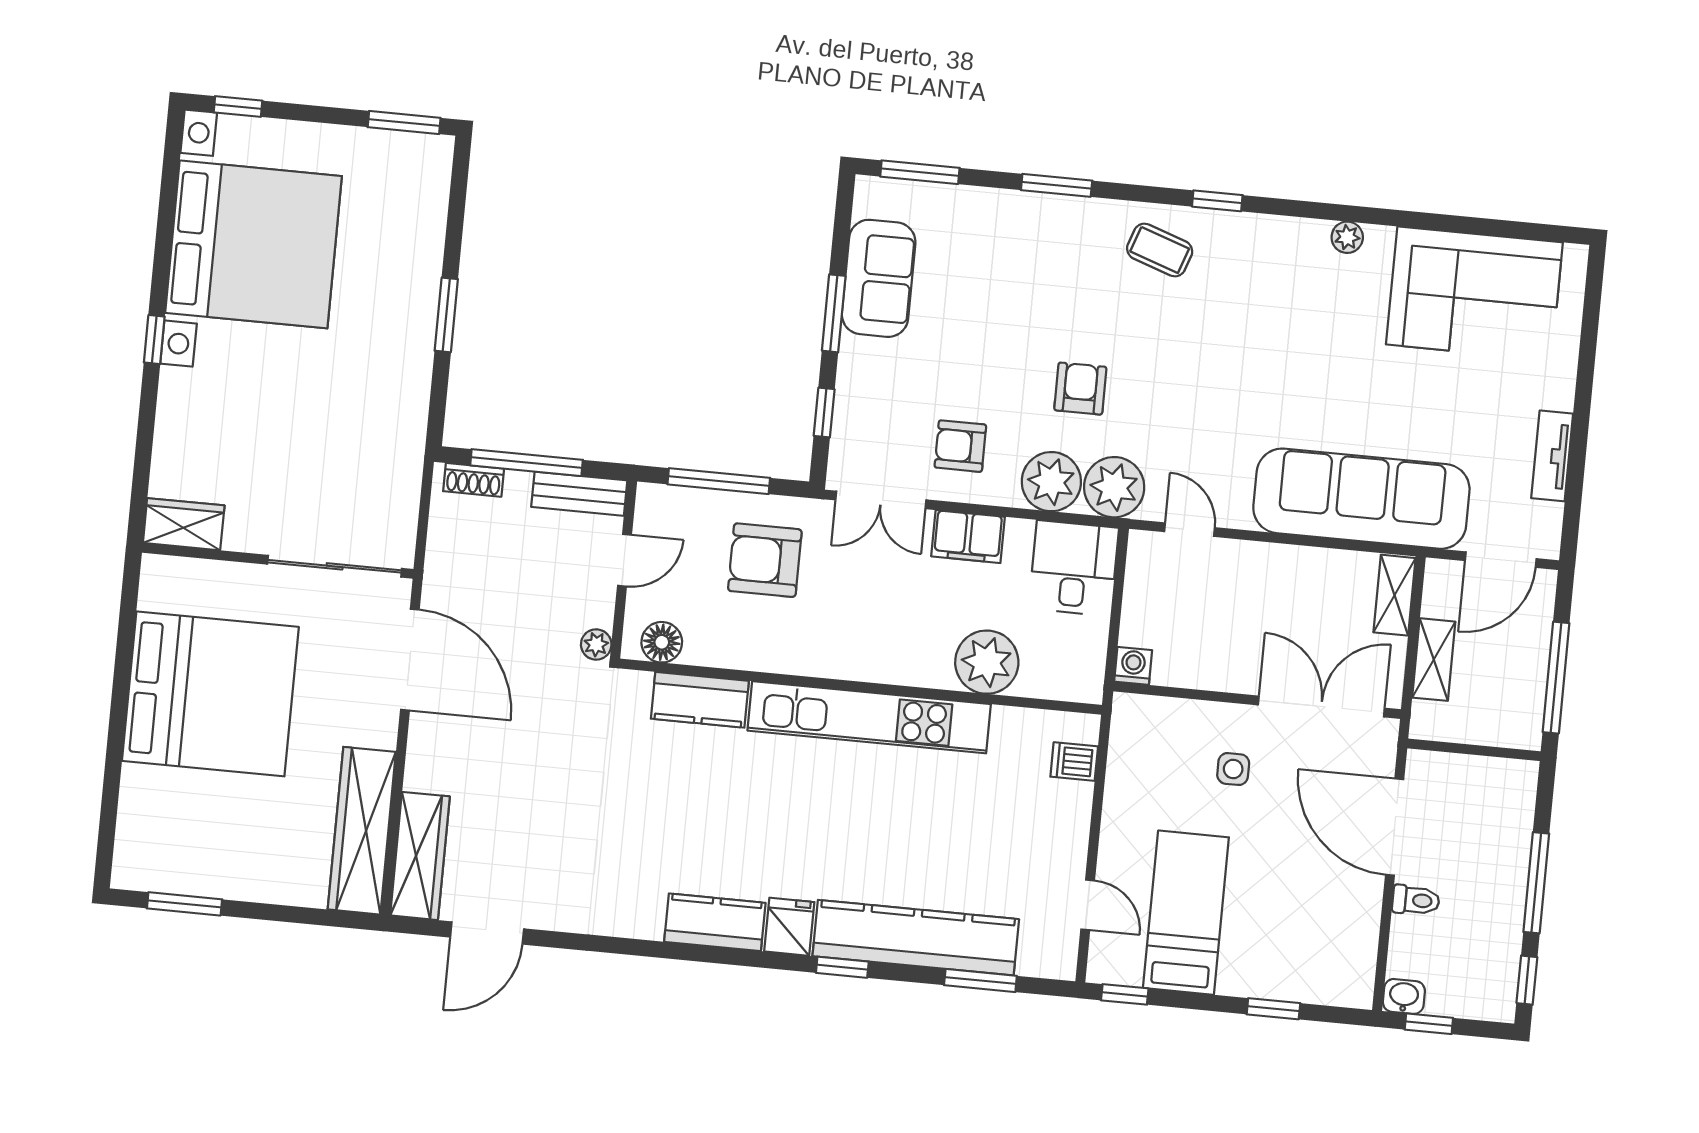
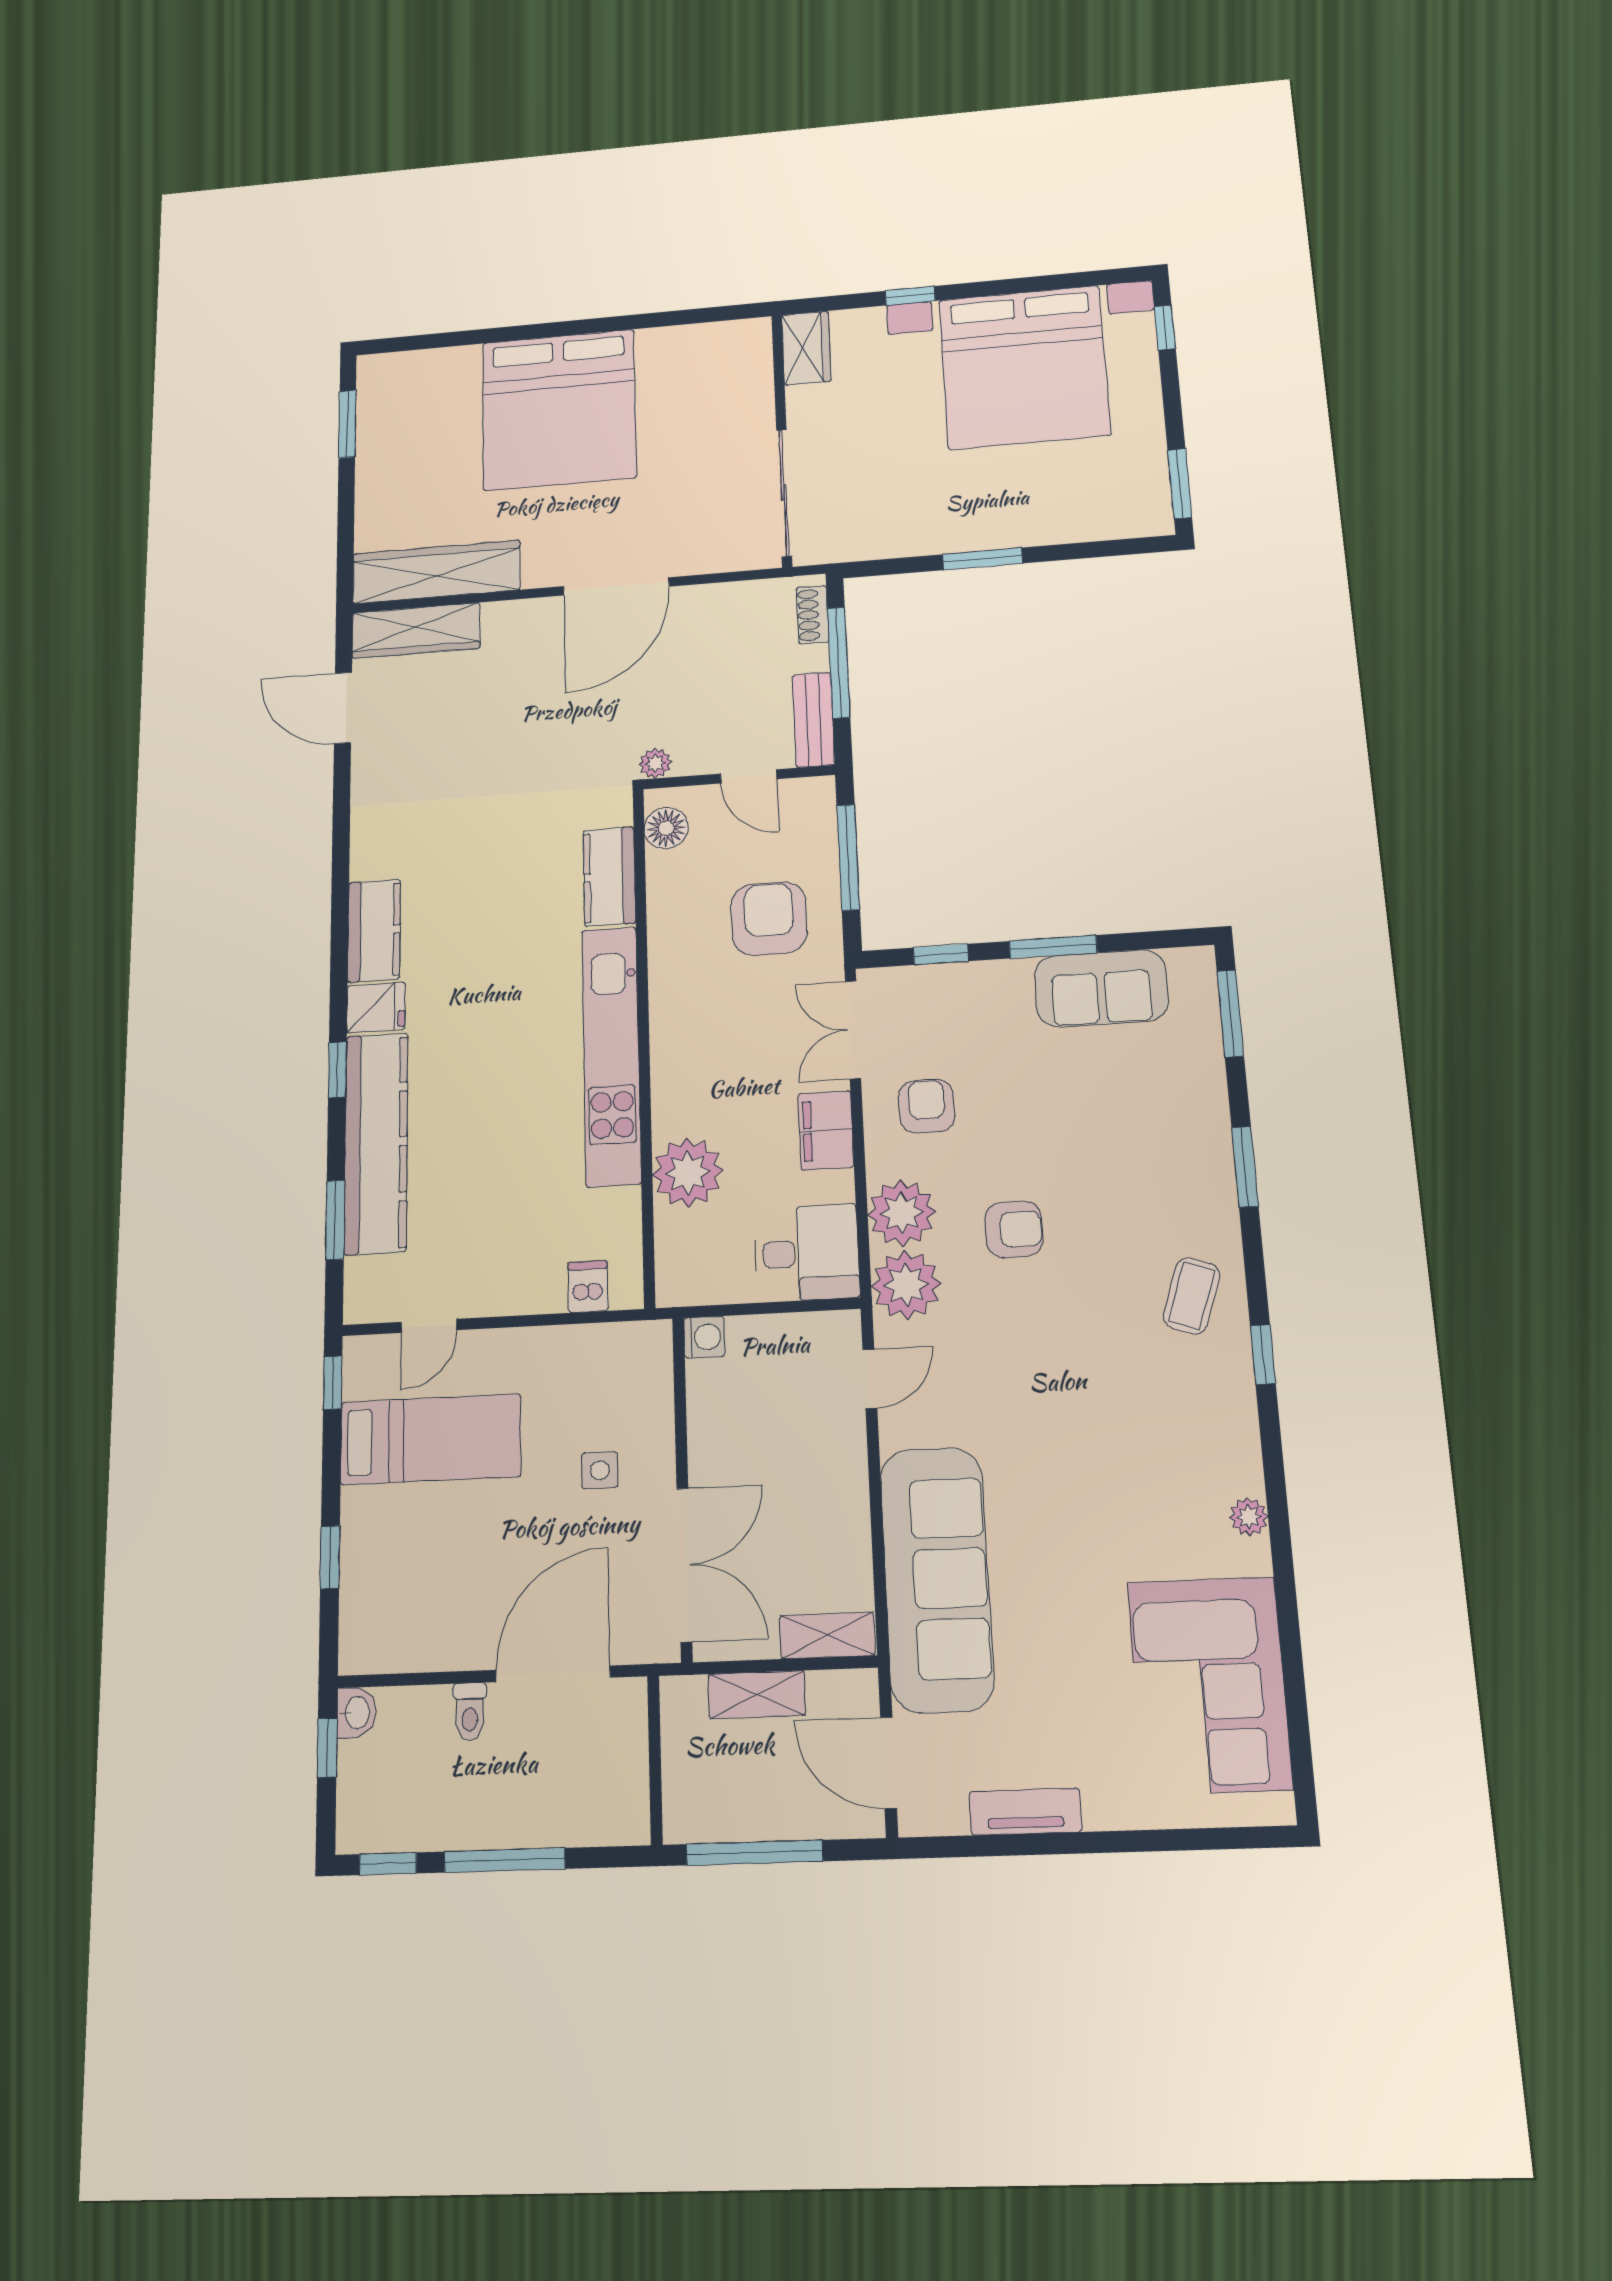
wardrobe: (184, 524) -> (806, 348), moved
wall: (278, 561) -> (782, 439), moved
sliding door: (335, 566) -> (784, 493), moved

